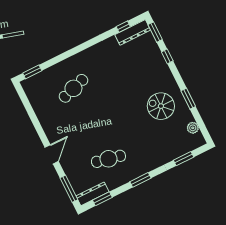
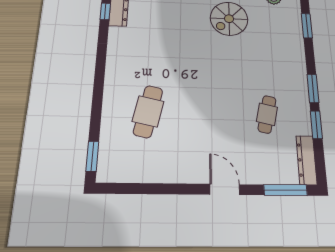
cafe table: (73, 88) -> (148, 111), turned 30
cafe table: (108, 159) -> (267, 114), width x0.73, depth x0.74
window: (102, 199) -> (316, 125), moved

